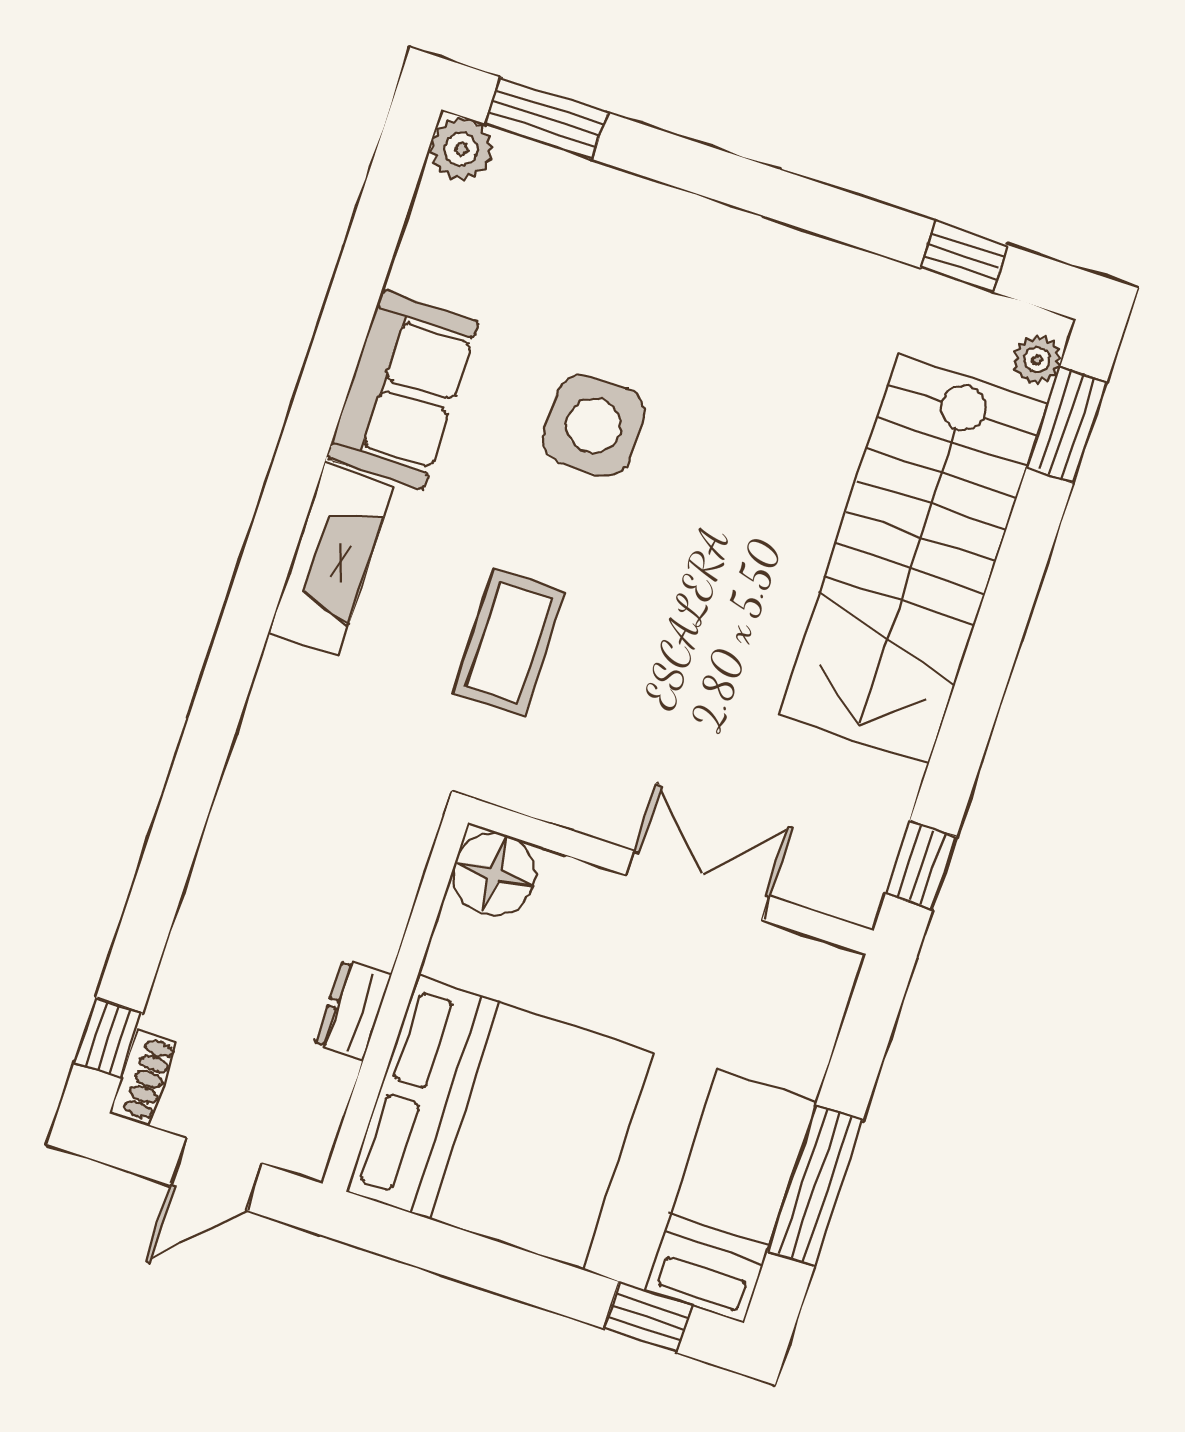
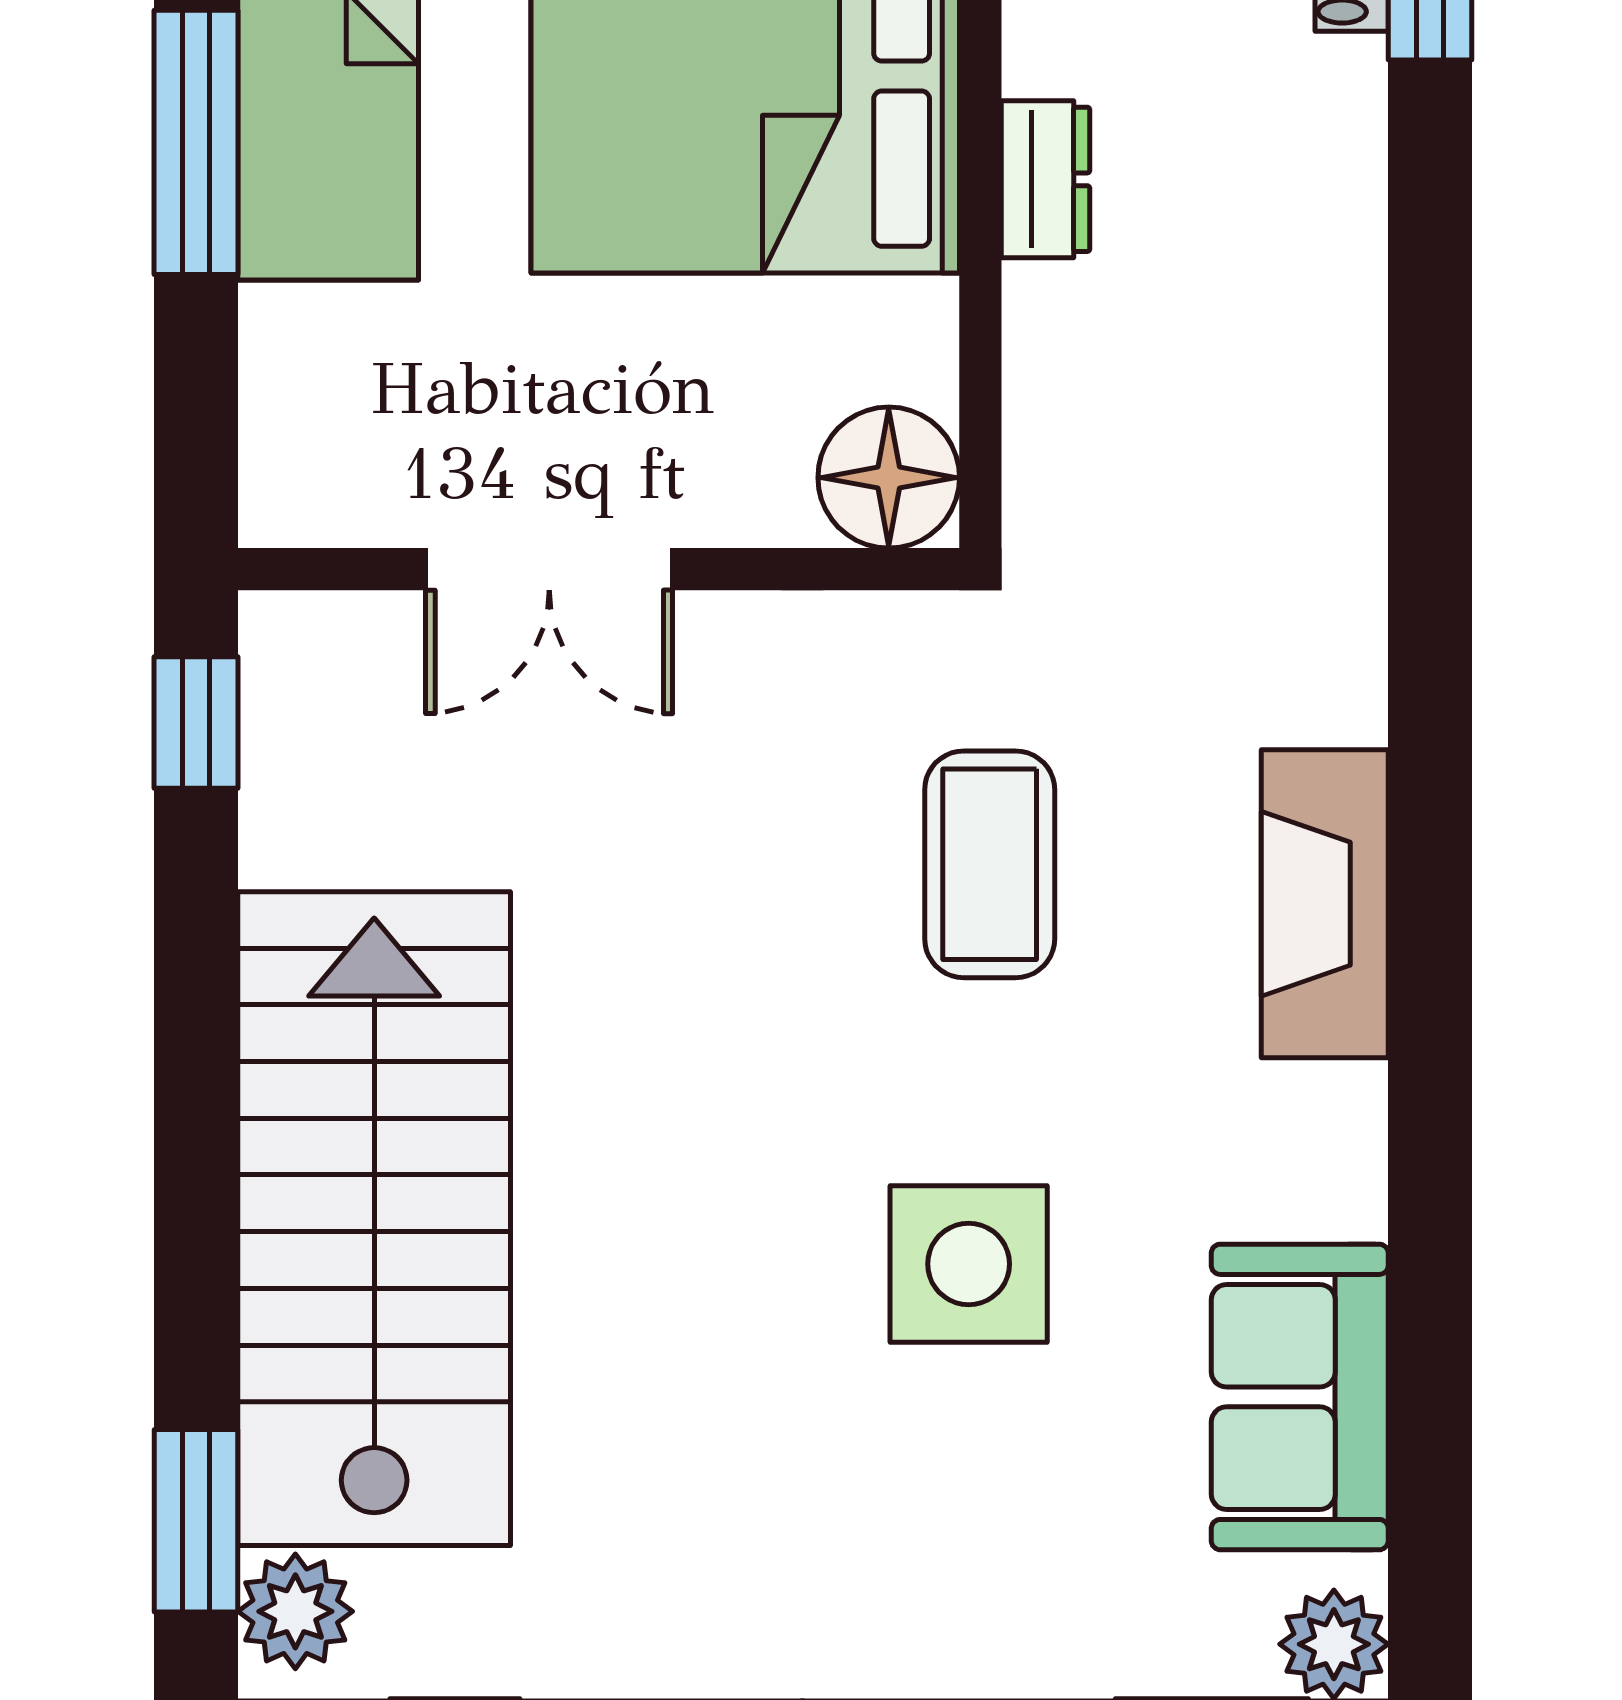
plant: (1037, 360) -> (295, 1611), width x1.38, depth x1.38
sofa: (403, 390) -> (1300, 1397), moved

